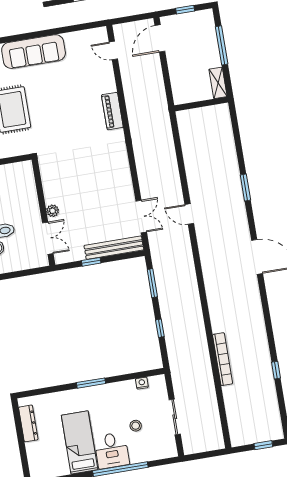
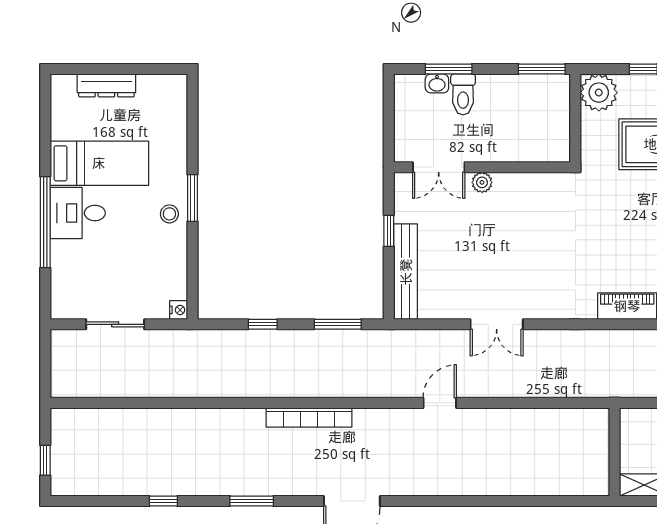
window: (245, 187) -> (252, 501), moved
double door: (141, 217) -> (497, 324), moved
bookcase: (223, 359) -> (309, 417), moved
nightstand: (142, 383) -> (179, 310), moved
dresser: (28, 423) -> (106, 85), moved
stool: (136, 426) -> (169, 214), moved

